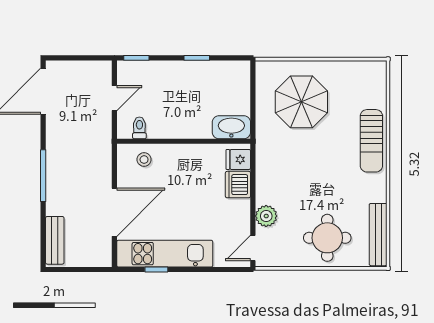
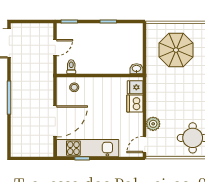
washbasin: (231, 127) -> (137, 69), width x0.52, depth x0.69
bench: (55, 240) -> (17, 140), removed

